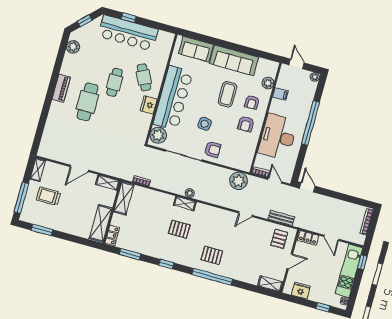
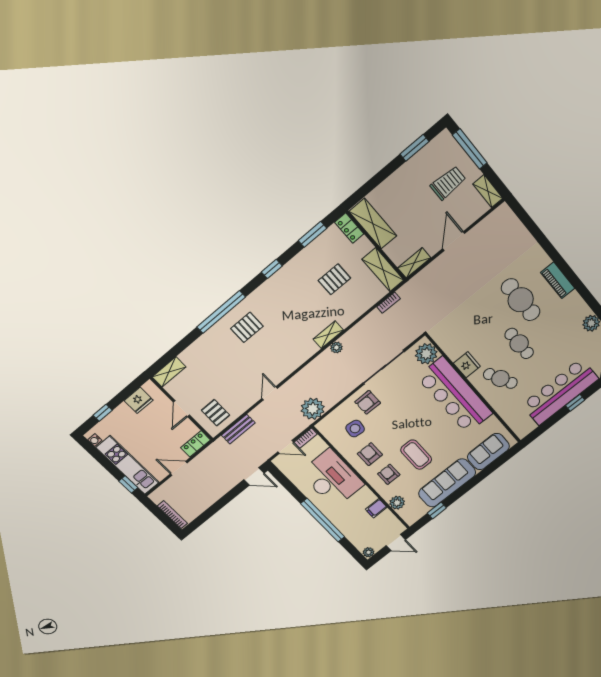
window: (257, 53) -> (437, 511), added
side table: (205, 124) -> (355, 429), moved
pallet: (179, 229) -> (334, 279), moved

